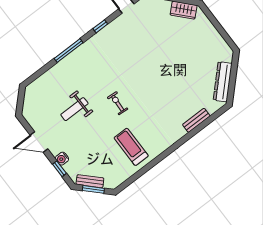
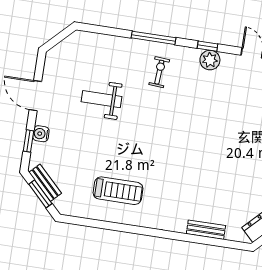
plant: (109, 32) -> (210, 60), added
exercise bike: (118, 103) -> (159, 72), moved
treadmill: (131, 147) -> (118, 191), turned 90

